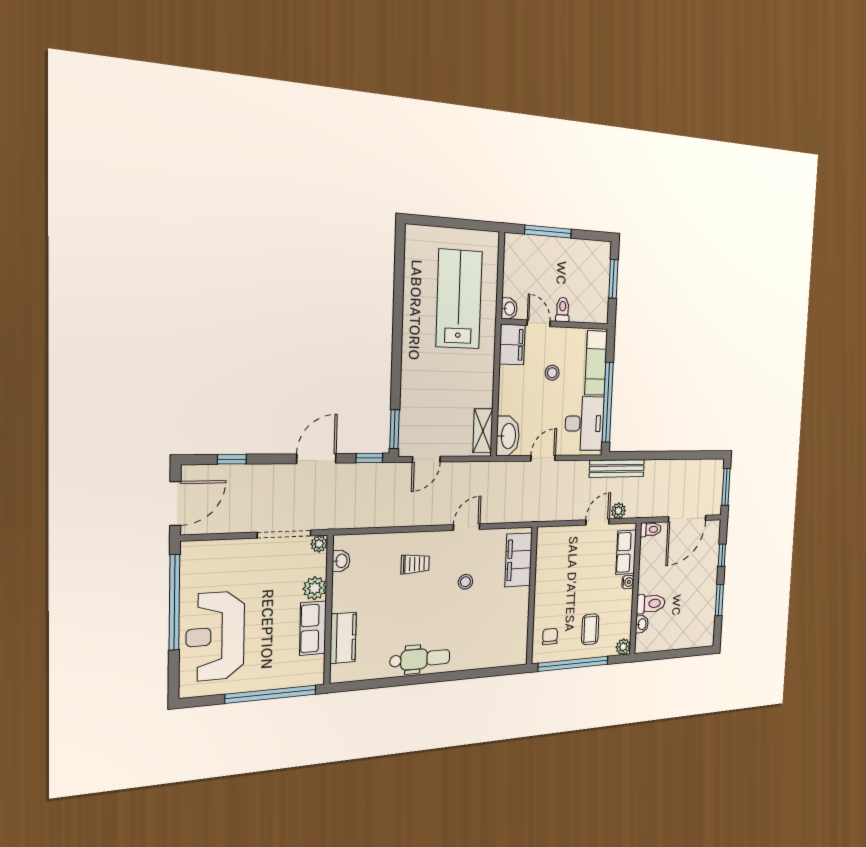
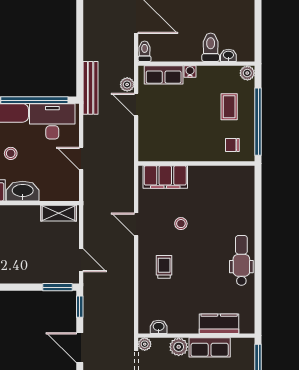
washbasin: (508, 436) -> (23, 191), moved
coffee table: (590, 629) -> (229, 107), turned 90

